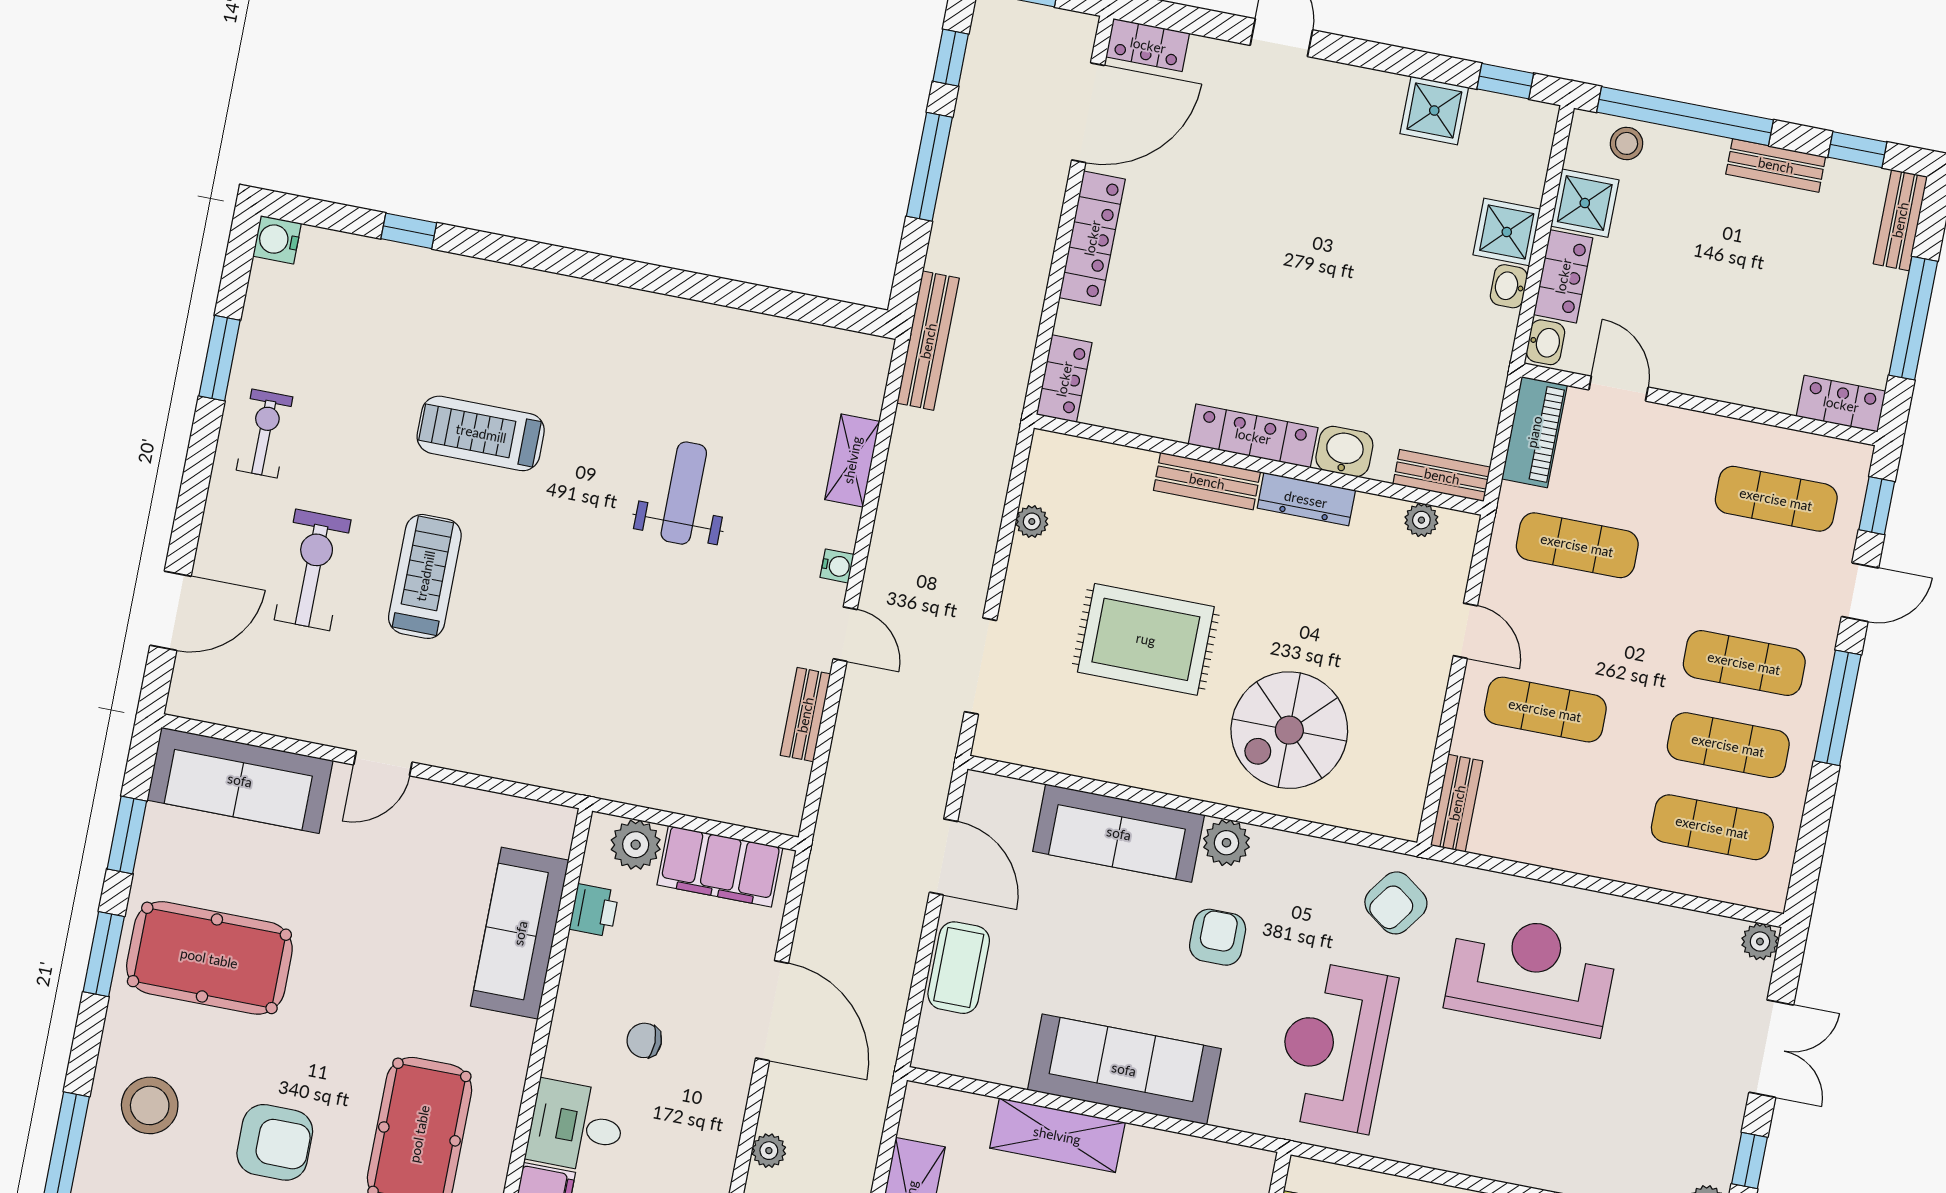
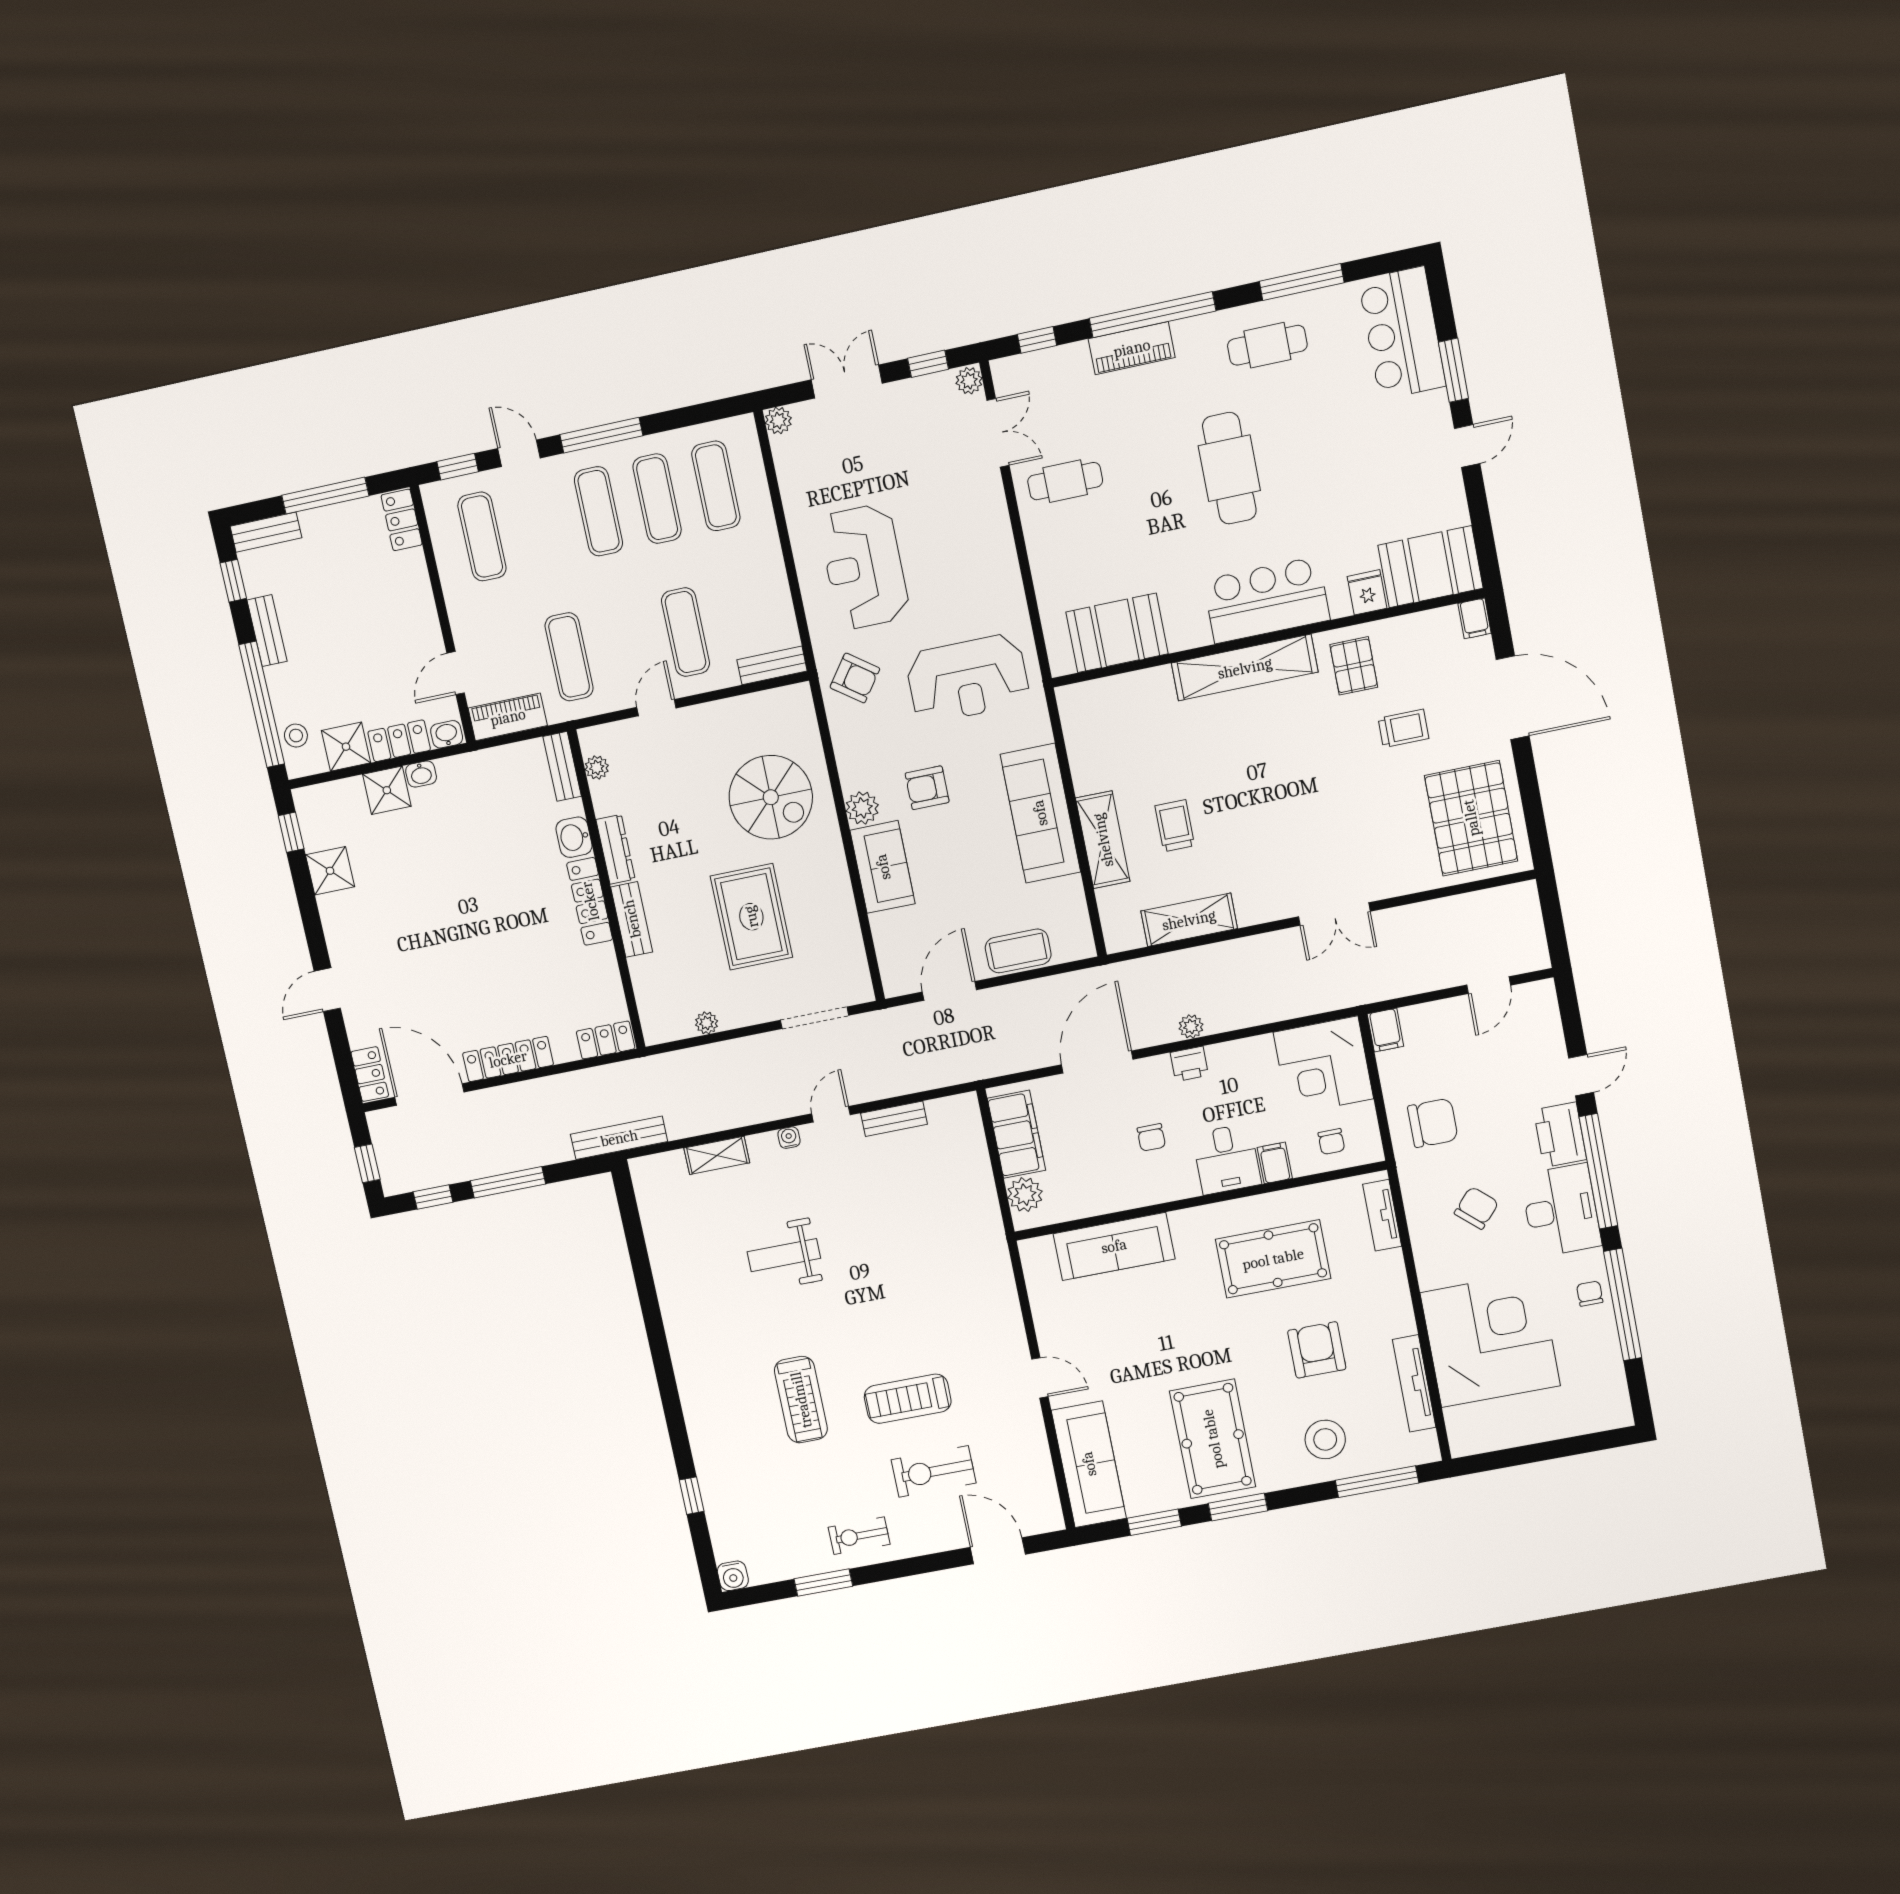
sofa: (1119, 833) -> (883, 867), width x0.73
printer: (594, 910) -> (1189, 1064), moved, turned 180

